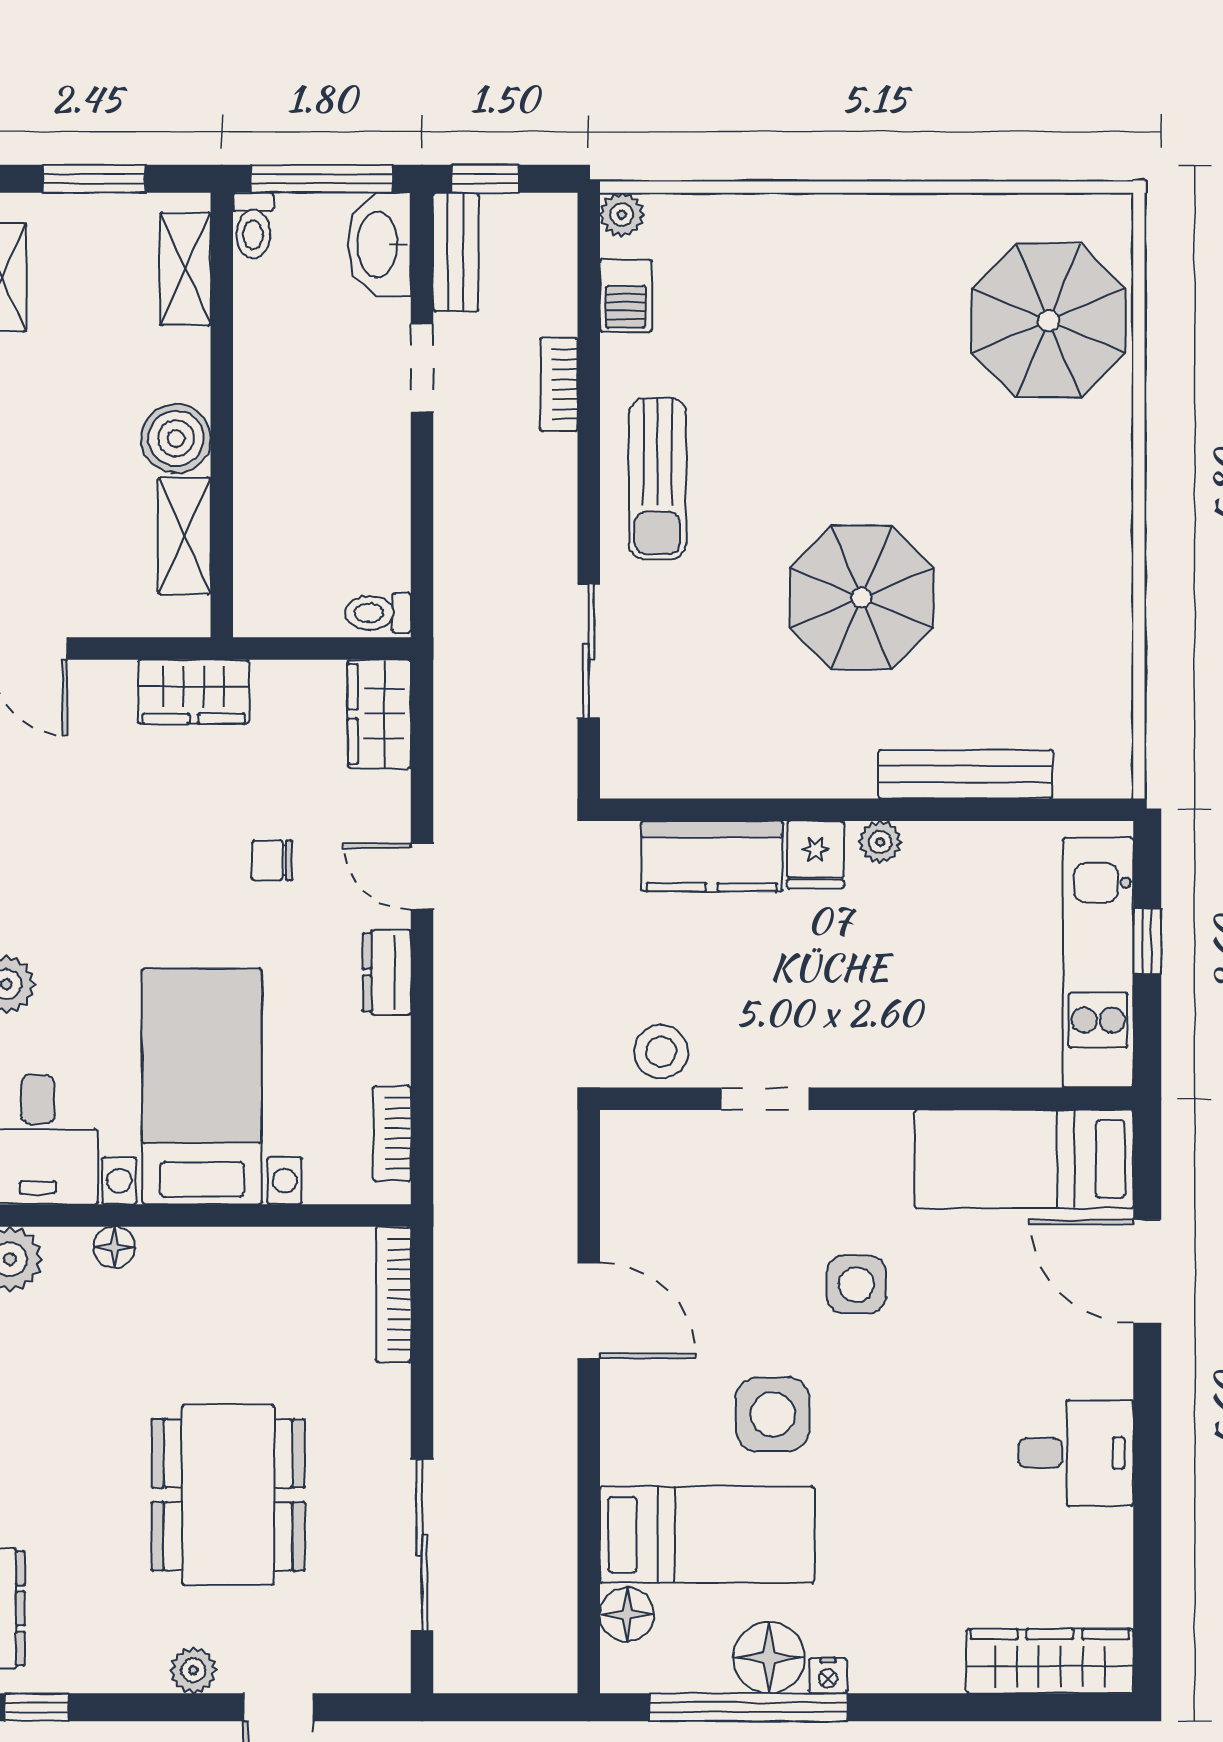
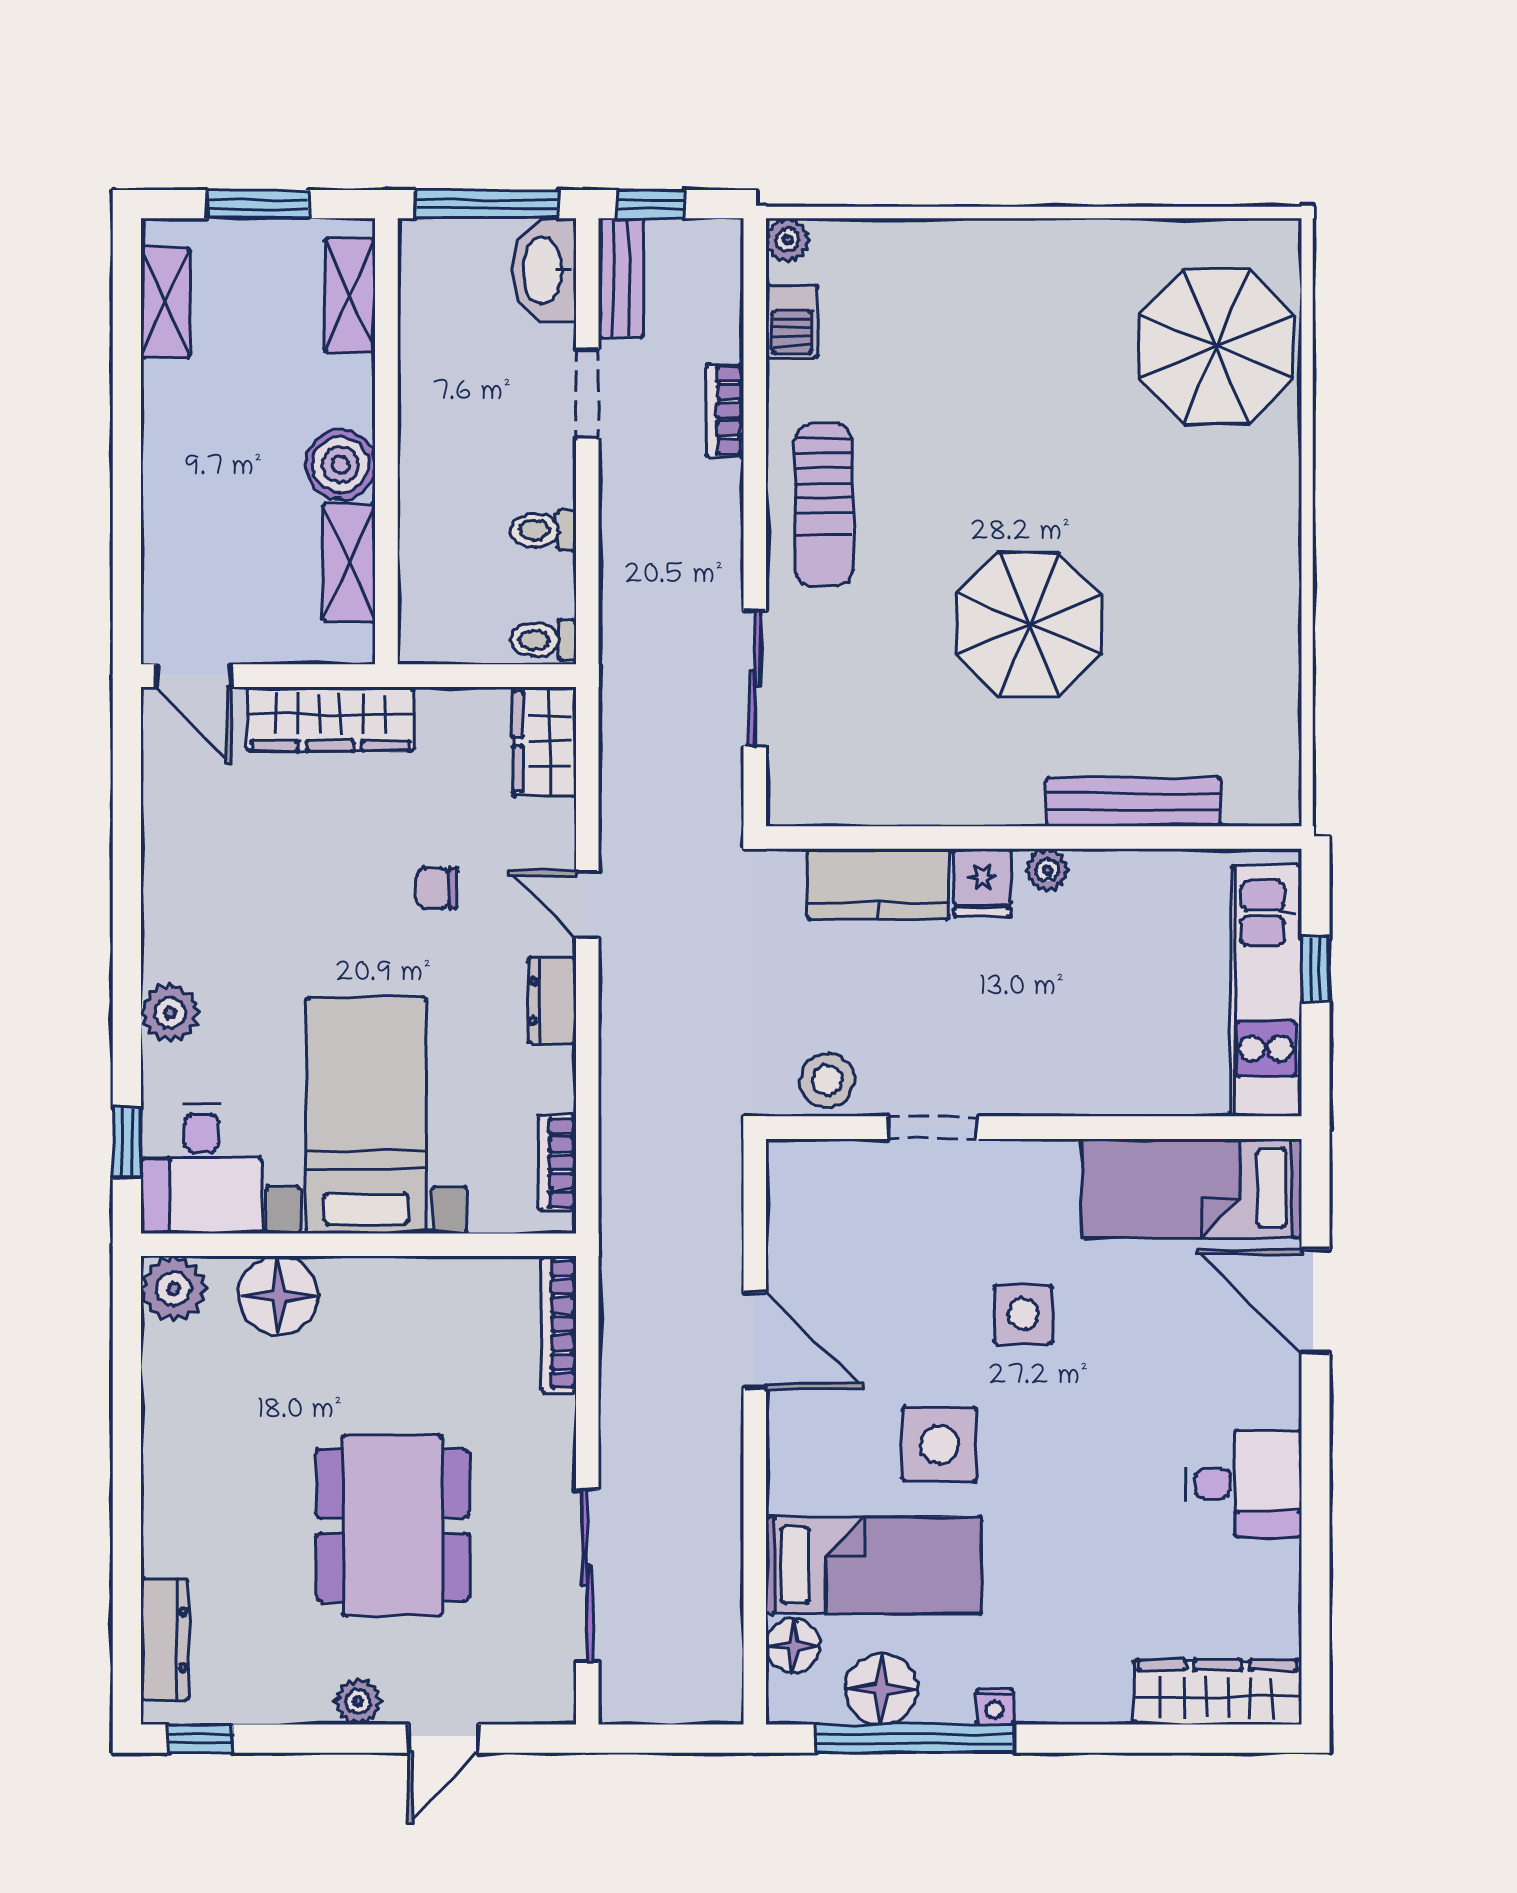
toilet: (253, 226) -> (543, 530), moved, turned 90
wardrobe: (194, 692) -> (330, 719), width x1.50
floor lamp: (114, 1247) -> (278, 1295), width x1.89, depth x1.89
floor lamp: (769, 1658) -> (881, 1689), moved

